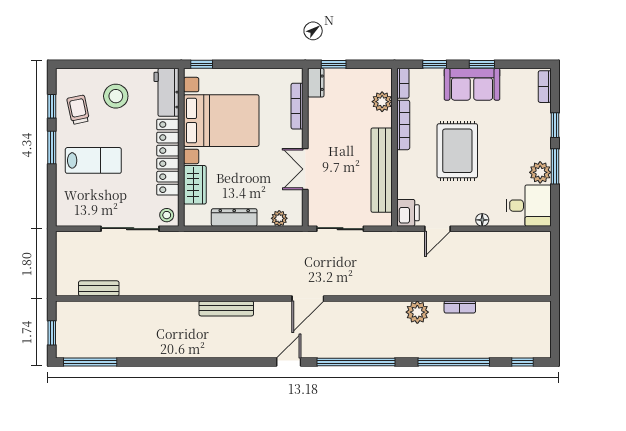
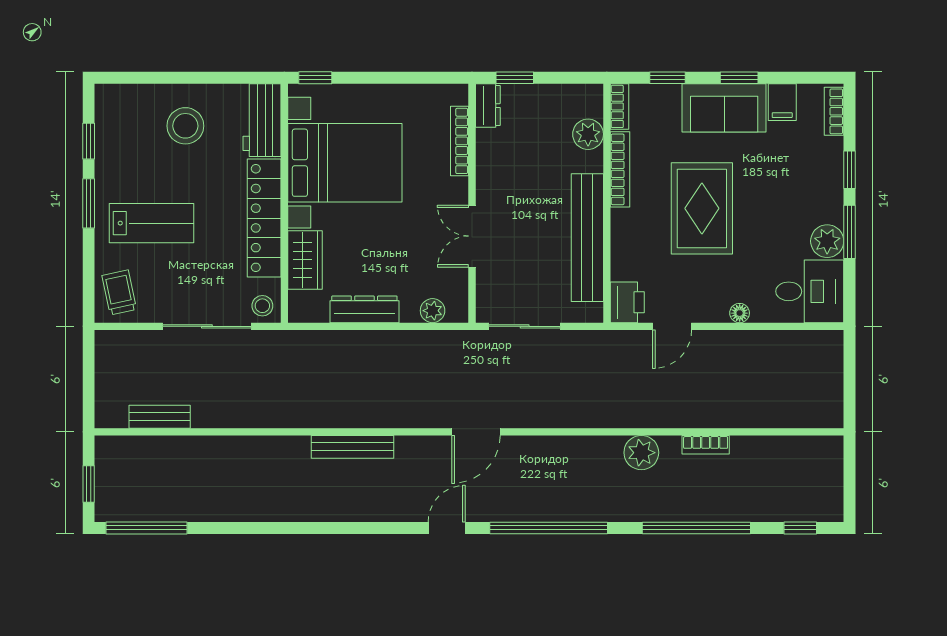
filing cabinet: (510, 80) -> (782, 102), added
trolley: (78, 110) -> (119, 292), moved

